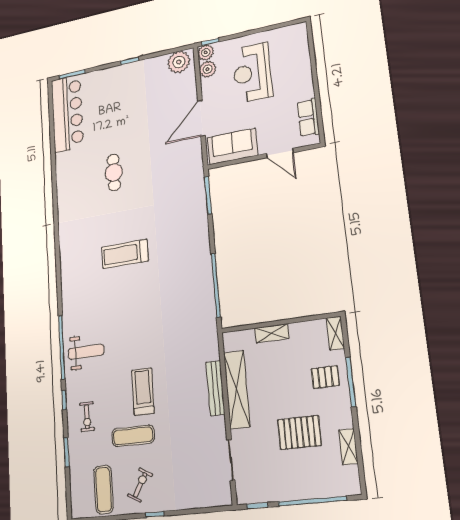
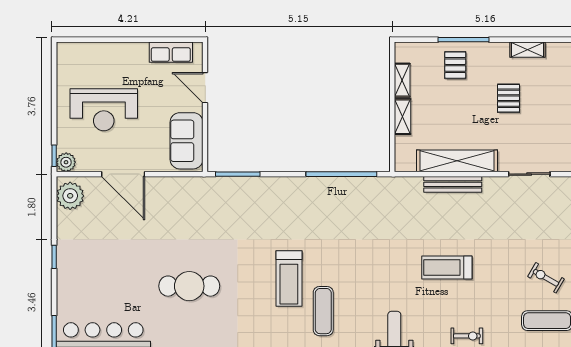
plant: (208, 69) -> (87, 162), removed
door: (201, 118) -> (123, 174), moved
door: (280, 153) -> (205, 88), swing flipped
cafe table: (114, 172) -> (189, 286), width x1.37, depth x1.35
shelving: (335, 333) -> (402, 80), moved, turned 90
pallet: (299, 432) -> (508, 98), width x0.67, depth x0.71
exercise mat: (133, 436) -> (323, 311), moved

